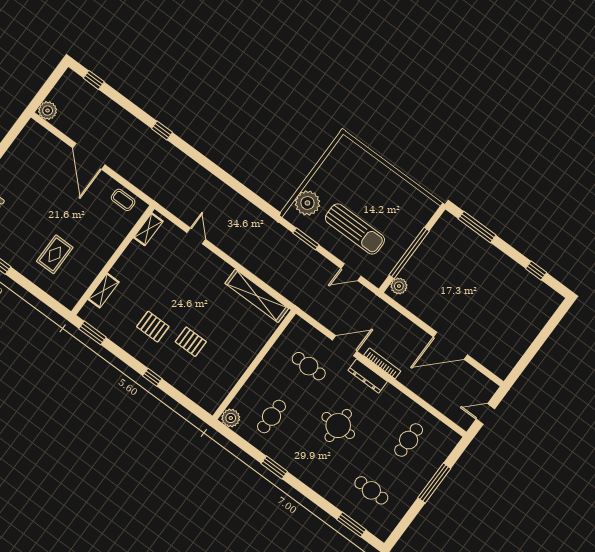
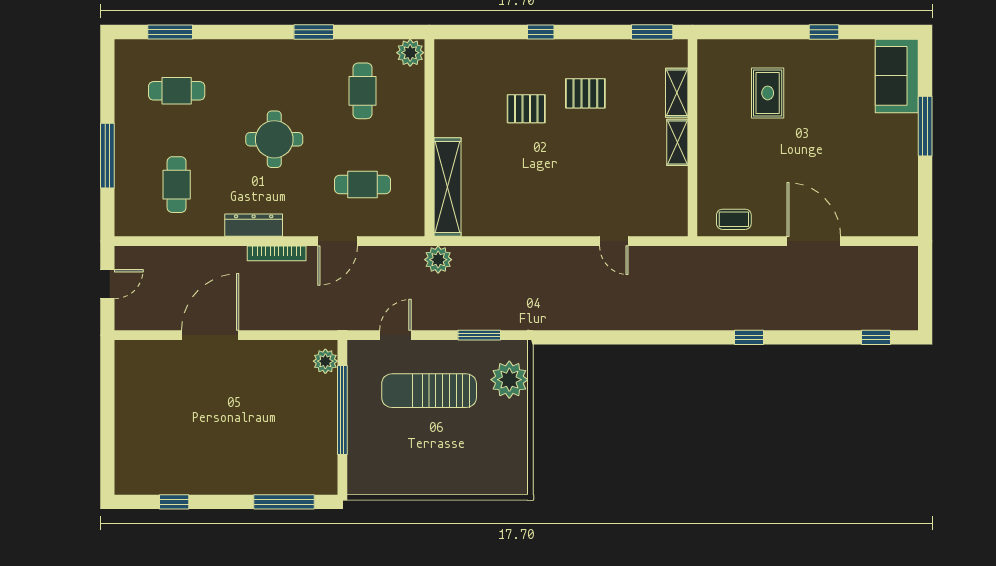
plant: (48, 111) -> (438, 260), moved
shelving: (148, 229) -> (677, 142), moved
shelving: (257, 296) -> (448, 187), moved, turned 90
dresser: (368, 376) -> (254, 225), moved

